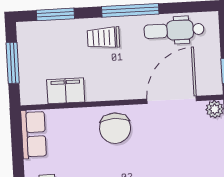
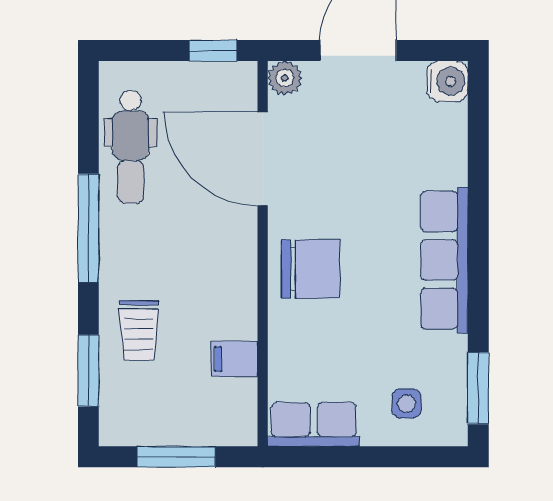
trolley: (103, 38) -> (139, 330), moved
filing cabinet: (66, 91) -> (234, 359), width x0.50

